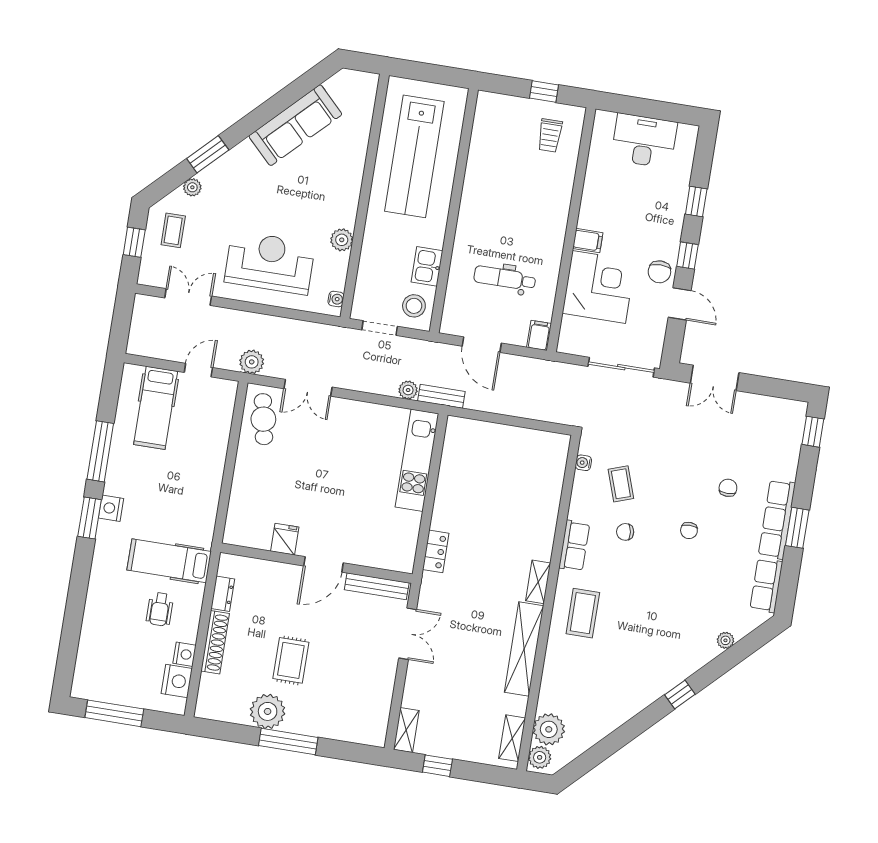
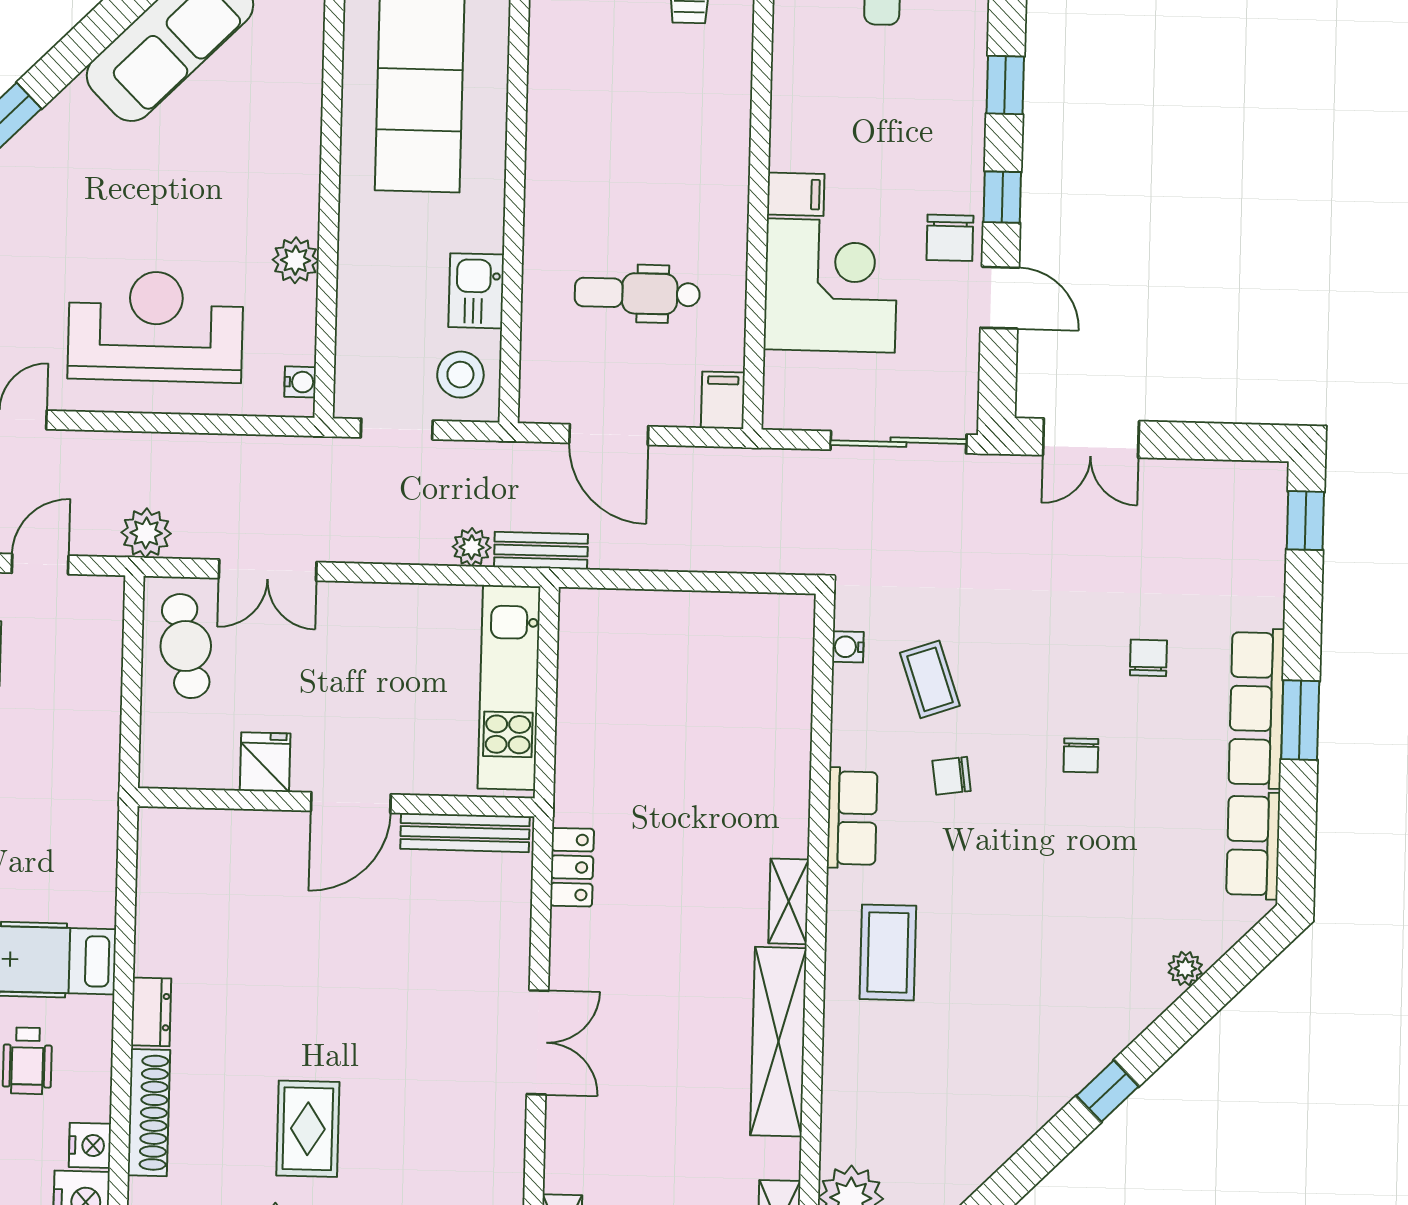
fridge: (285, 539) -> (265, 762), moved
wall: (316, 563) -> (336, 802), moved
door: (323, 564) -> (351, 803), moved
bench: (377, 586) -> (465, 833), moved

